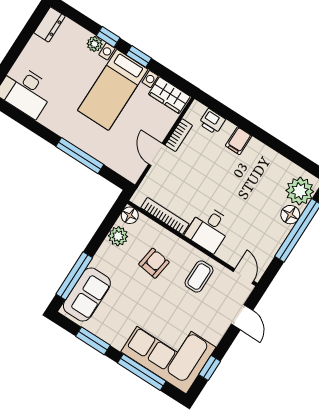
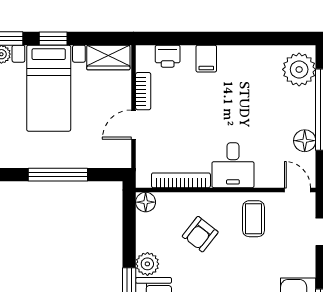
door: (157, 155) -> (134, 125), hinge flipped
floor lamp: (290, 215) -> (305, 141), moved
plant: (118, 236) -> (147, 264), moved
armchair: (154, 263) -> (200, 234), turned -150

